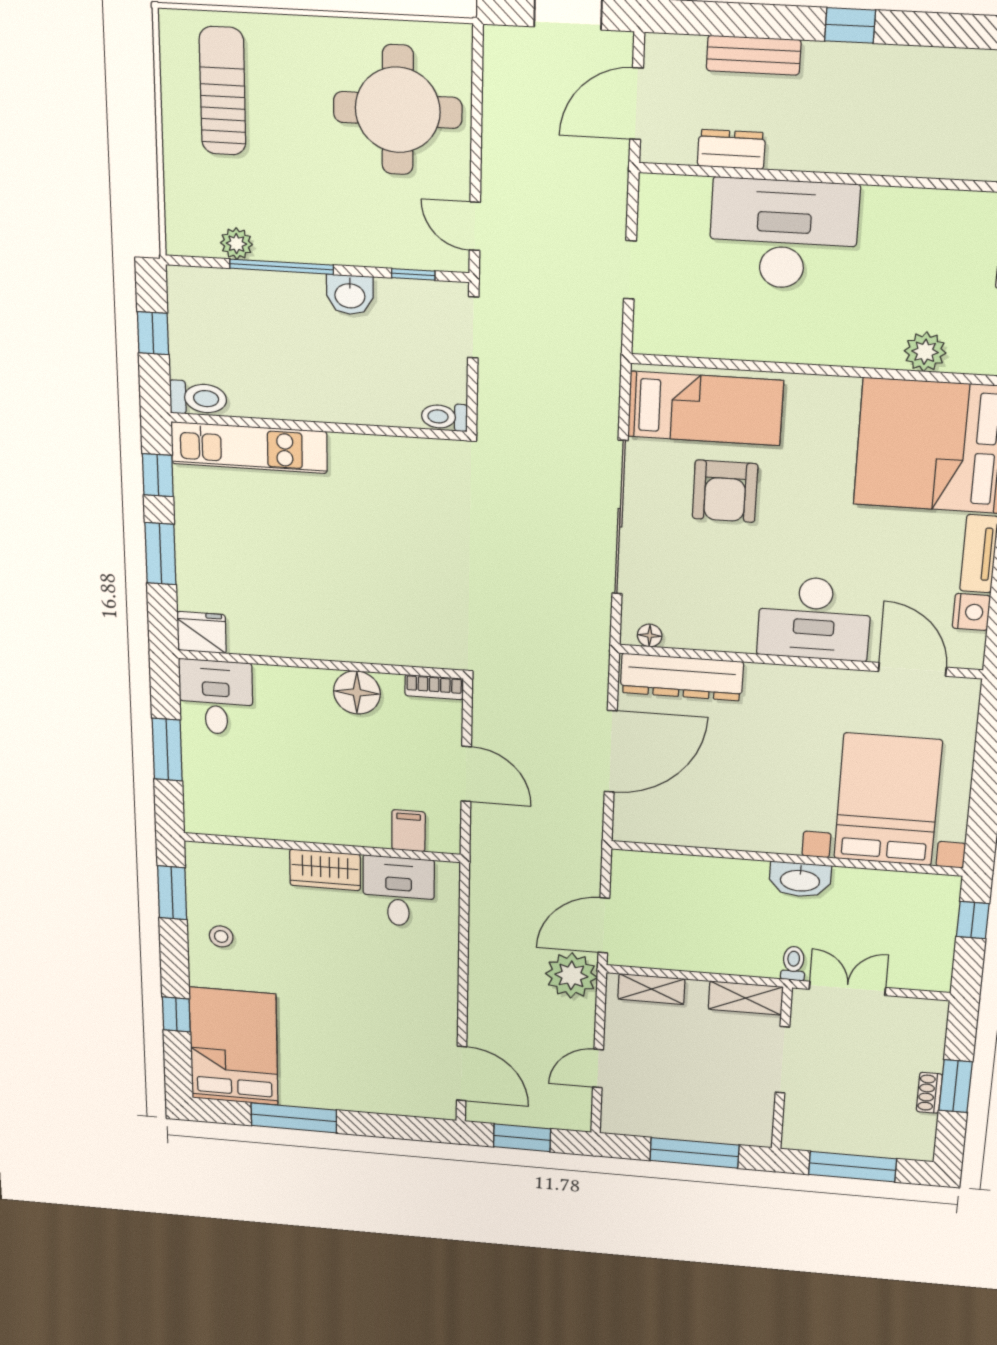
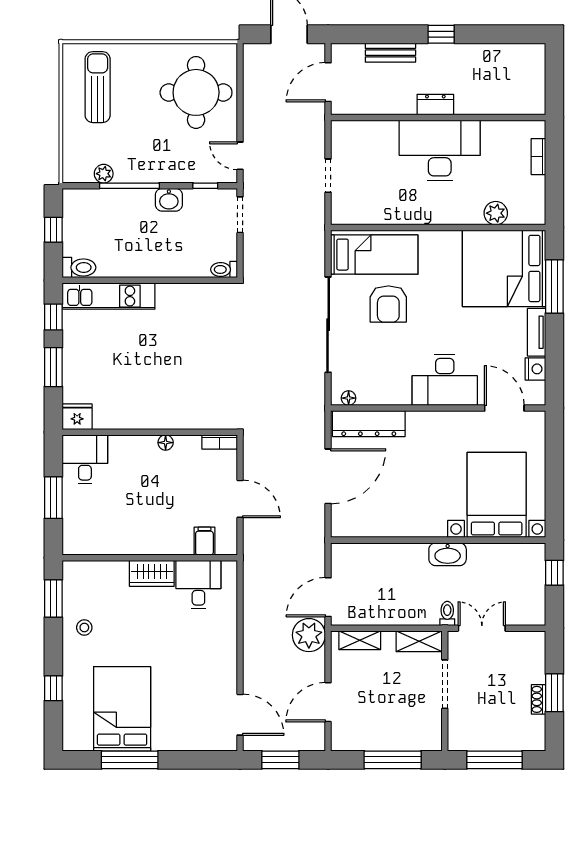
dresser: (731, 149) -> (435, 105), moved
desk: (783, 234) -> (440, 150), moved
floor lamp: (357, 692) -> (166, 443), width x0.53, depth x0.53
bed: (234, 1046) -> (122, 709), moved
door: (598, 1068) -> (328, 702), width x1.38

